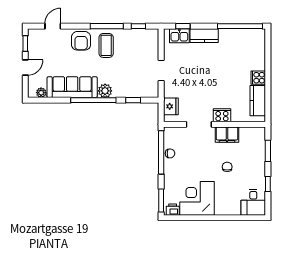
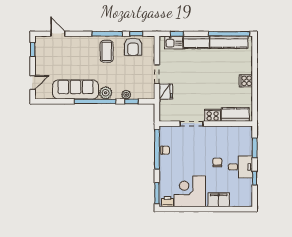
door: (53, 26) -> (58, 34), hinge flipped
kitchen counter: (240, 35) -> (229, 42), added
armchair: (81, 41) -> (133, 47), moved
door: (25, 68) -> (33, 83), moved
plant: (41, 93) -> (126, 95), moved
kitchen counter: (258, 101) -> (235, 114), moved, turned 90
fridge: (171, 106) -> (166, 92), moved
filing cabinet: (227, 135) -> (219, 200), moved, turned 180
desk: (253, 202) -> (240, 167), moved, turned -90

